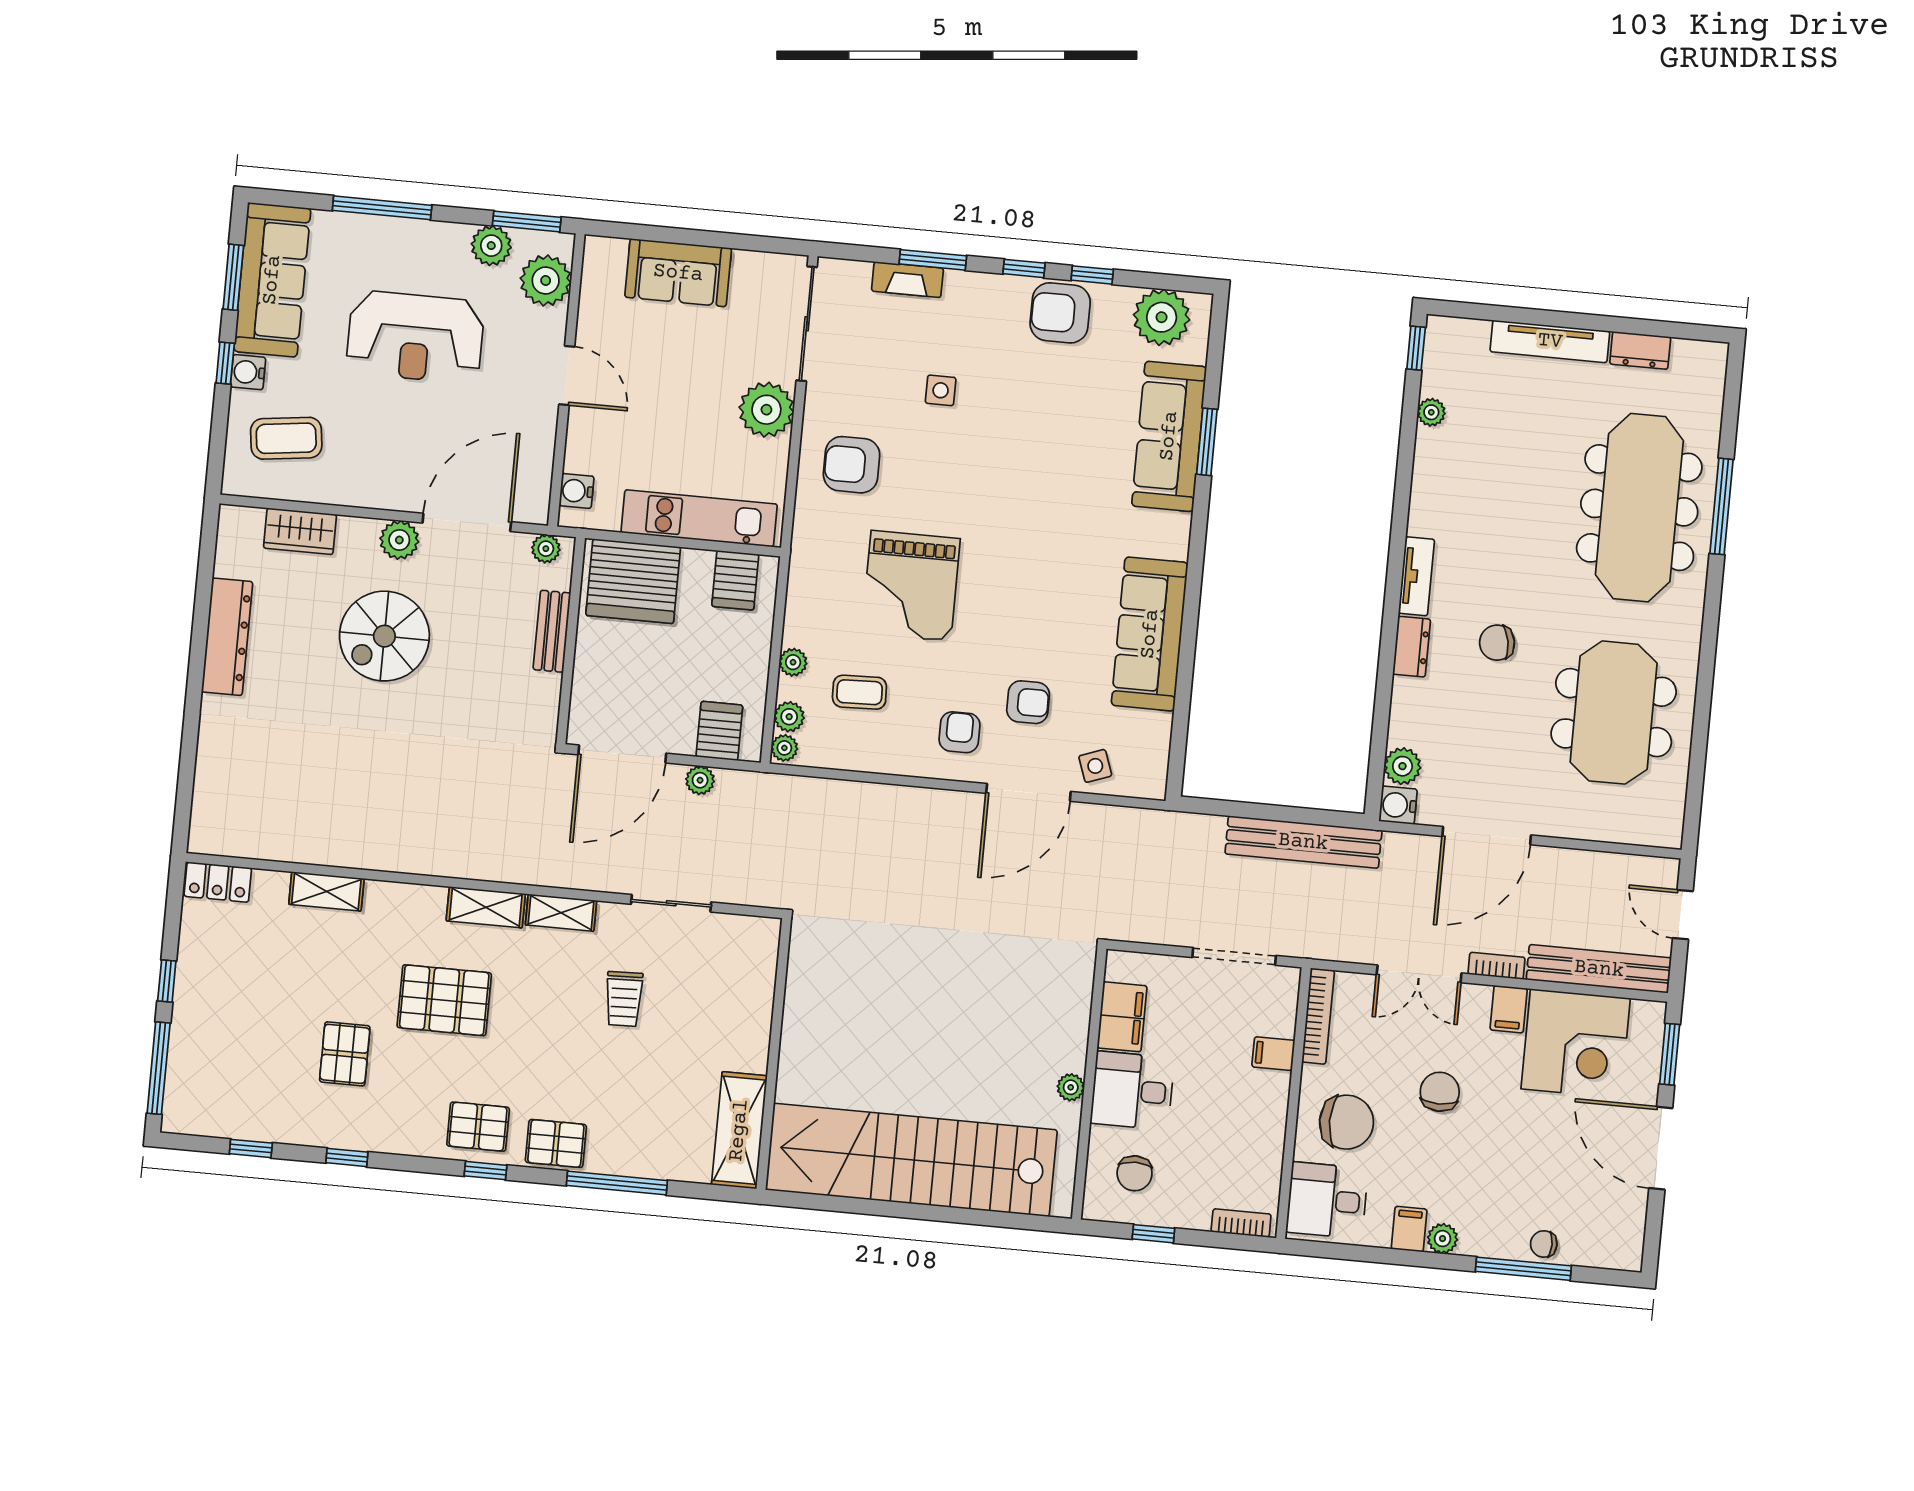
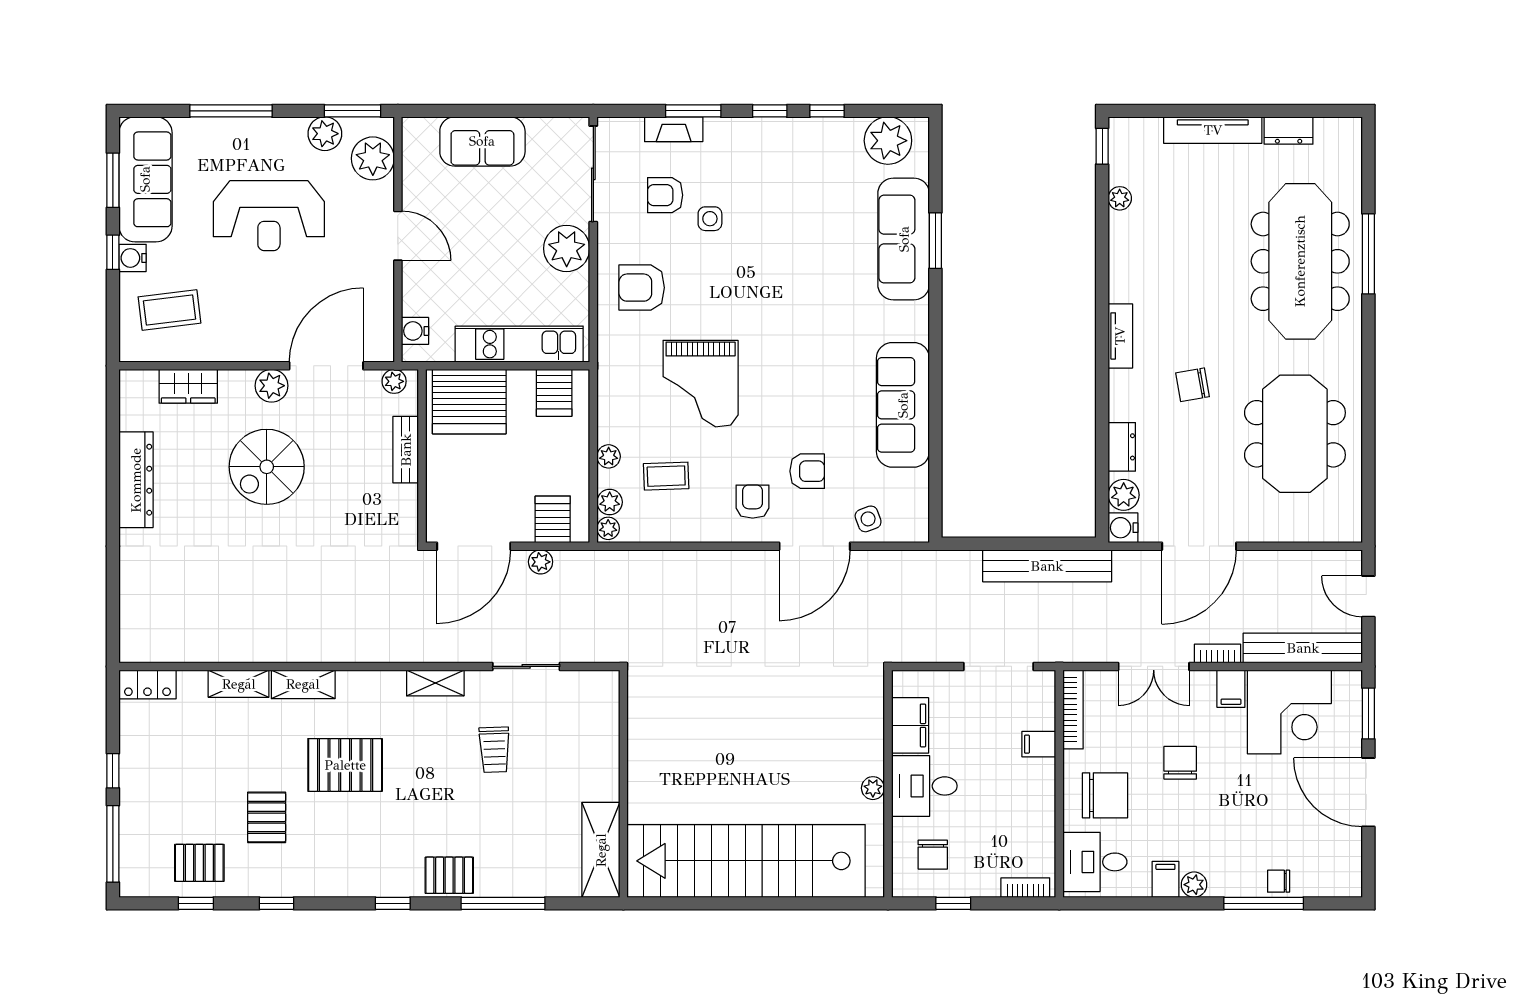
armchair: (1060, 313) -> (665, 195), moved, width x0.72, depth x0.72
dresser: (1412, 647) -> (1122, 447), moved
shelving: (486, 907) -> (303, 684), moved
pallet: (478, 1127) -> (199, 863), moved

